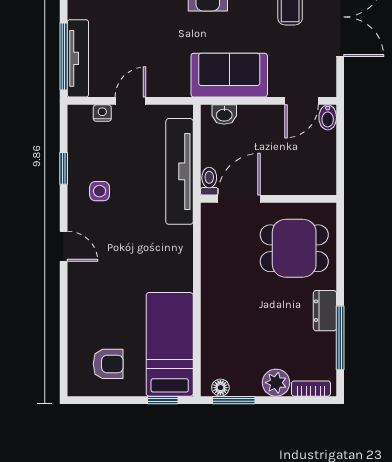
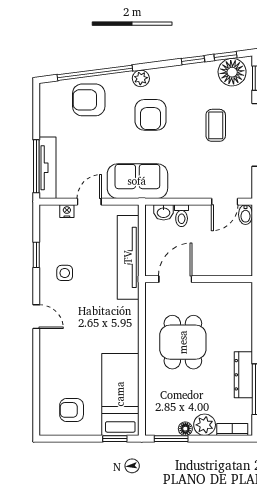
sofa: (229, 75) -> (137, 181), moved
toilet: (209, 181) -> (182, 216), moved, turned 180
dining table: (294, 248) -> (183, 342), moved, turned 90
dresser: (325, 311) -> (243, 375), width x1.44
armchair: (108, 364) -> (72, 410), turned 180
floor lamp: (220, 388) -> (185, 429), moved

